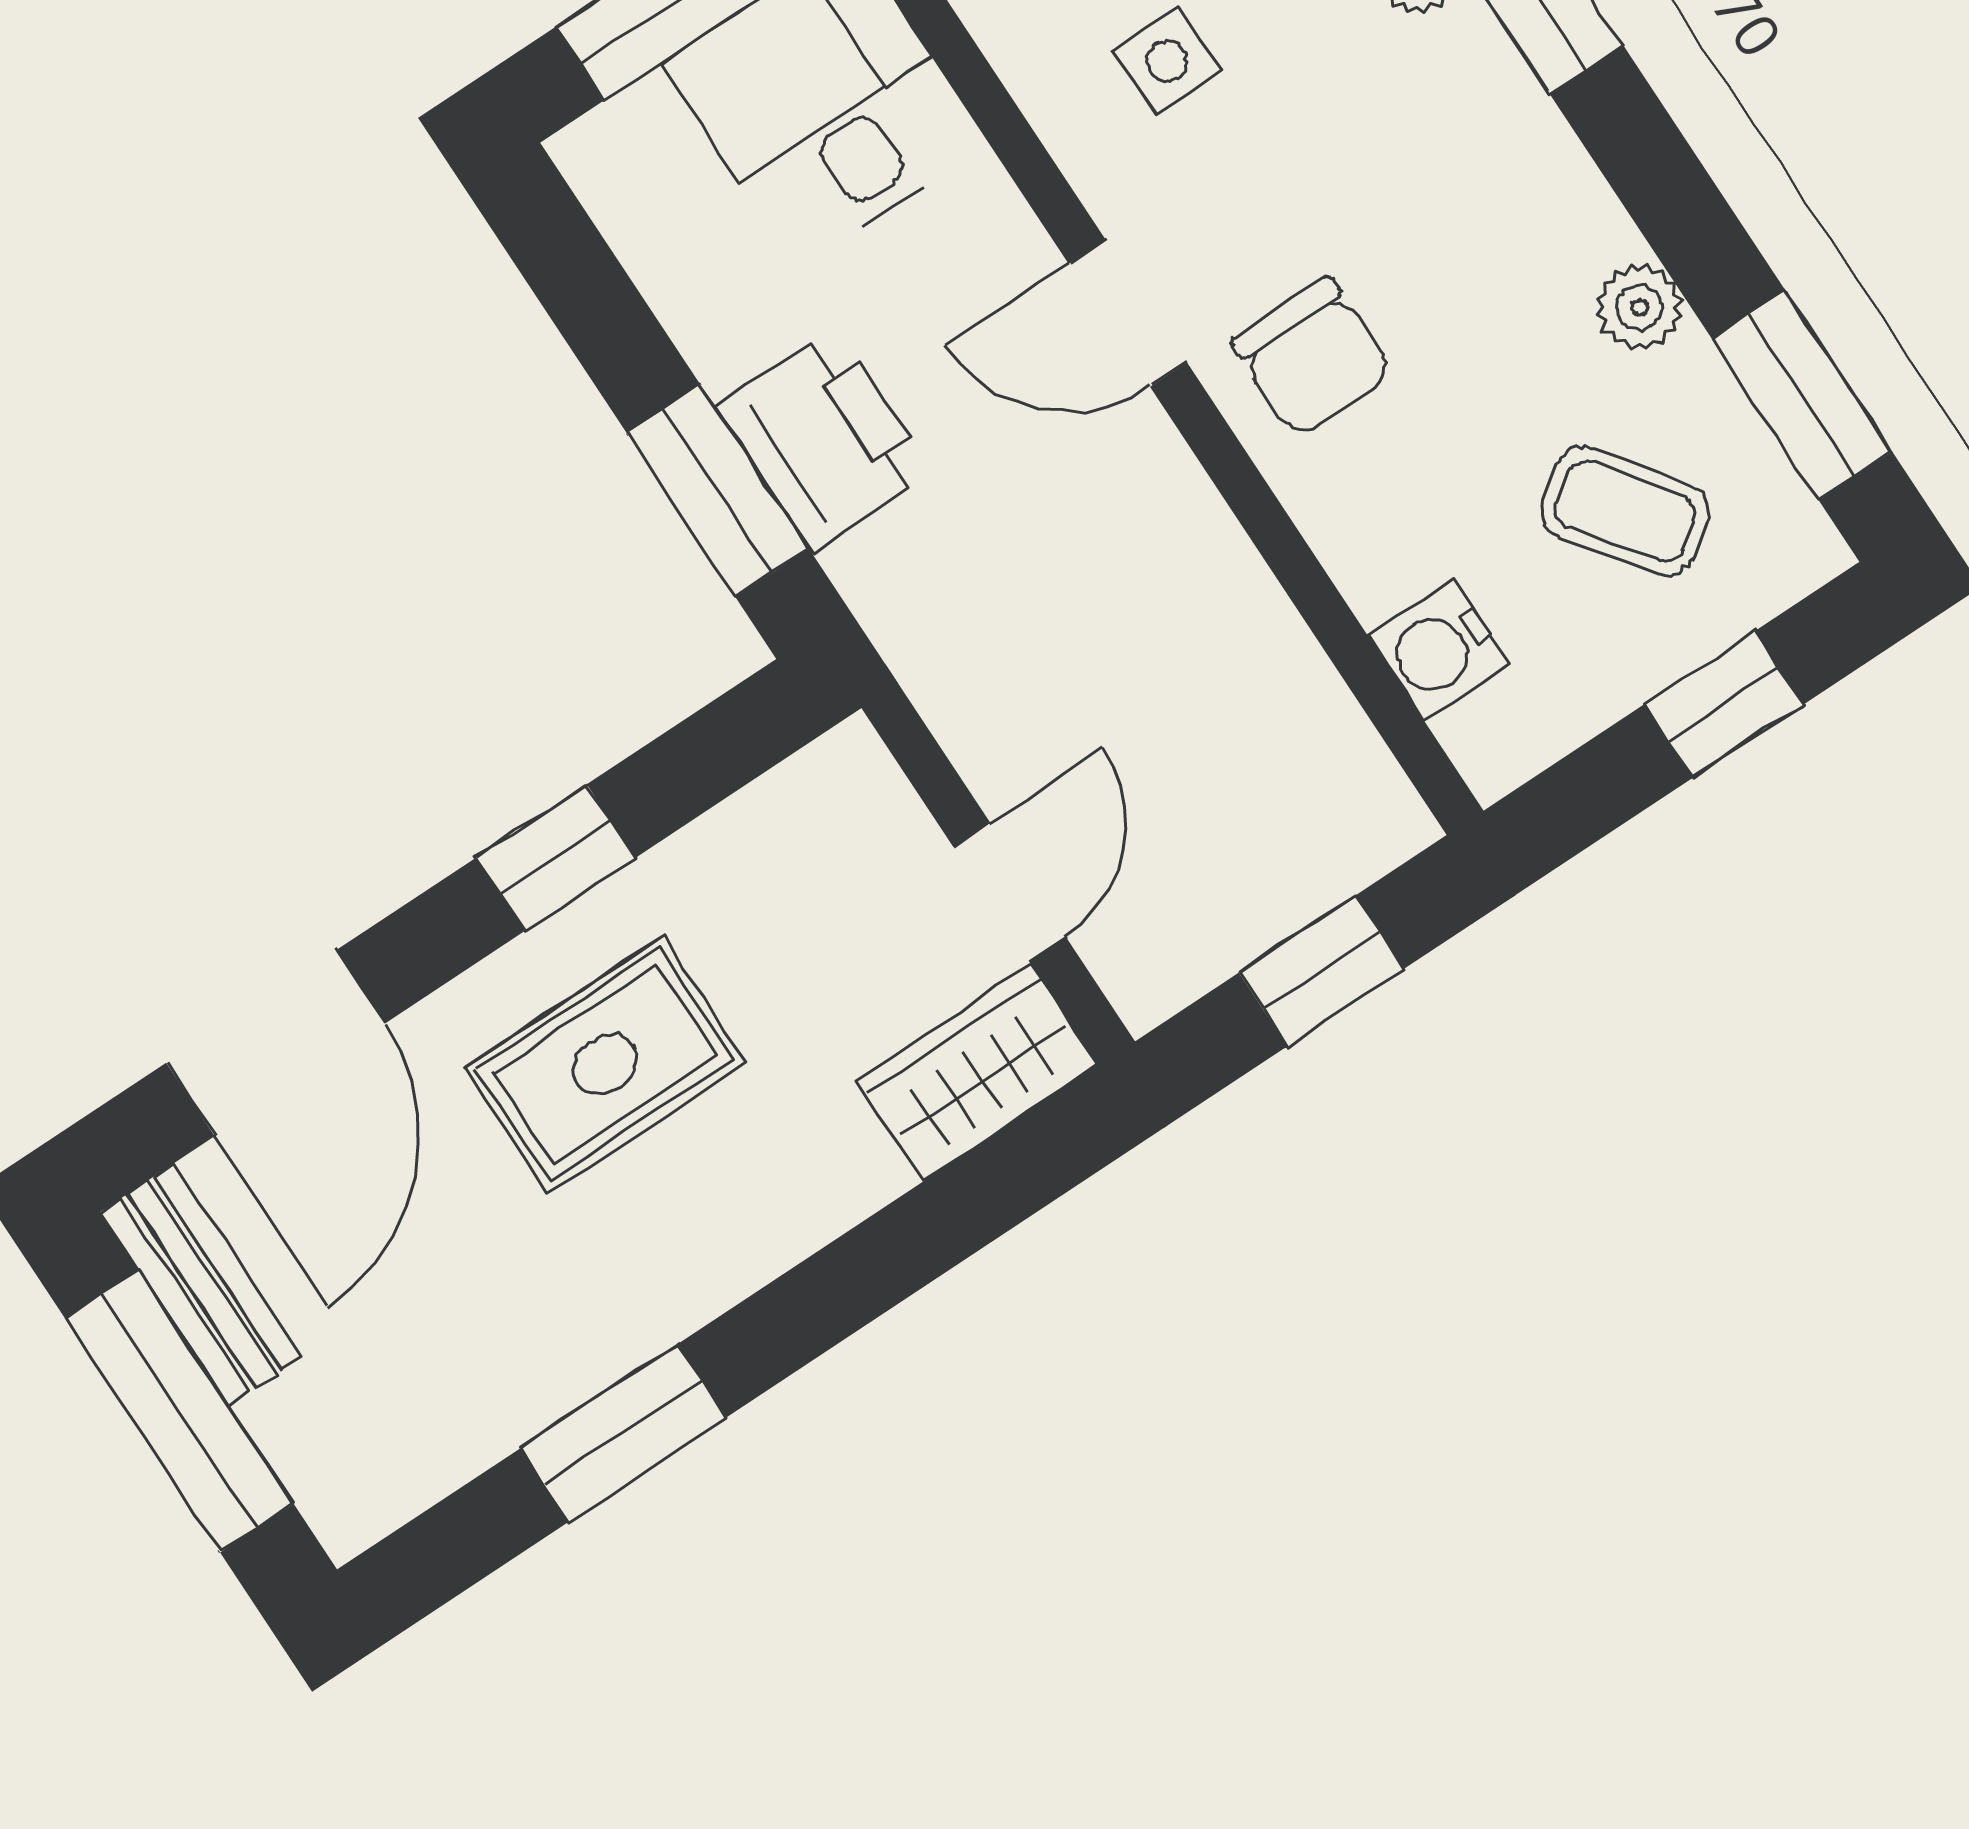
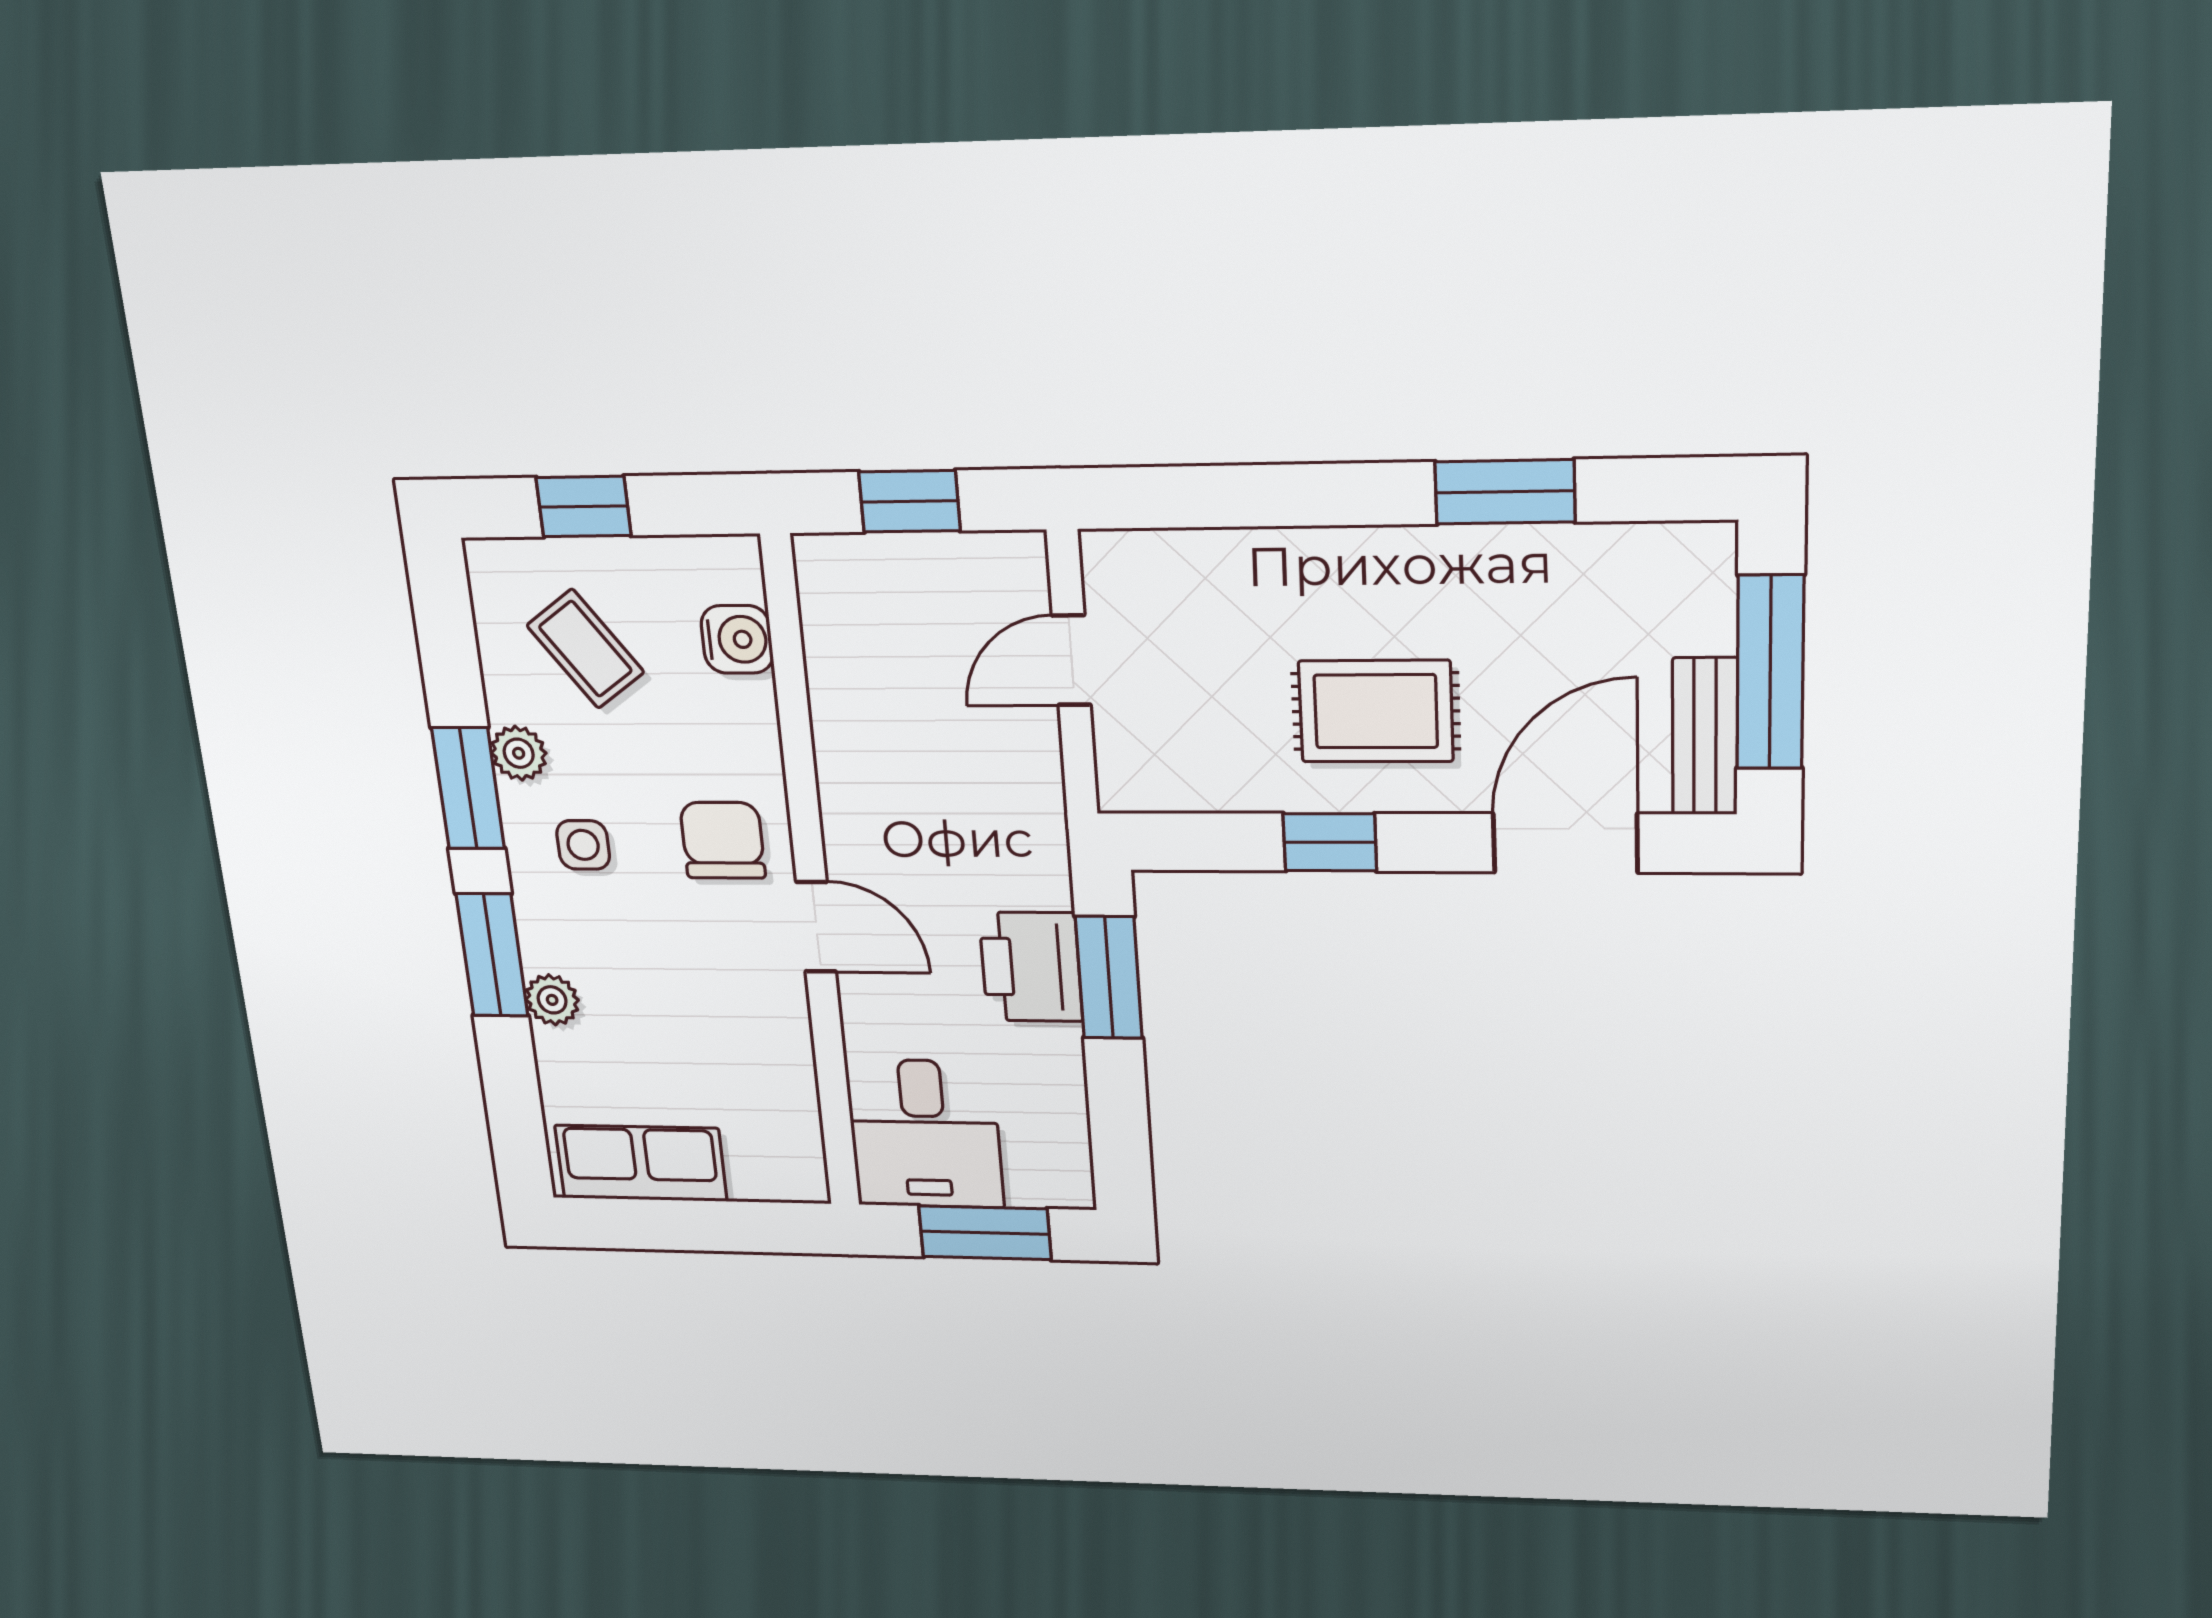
side table: (1167, 61) -> (583, 845), moved
window: (1802, 395) -> (468, 788), moved
wardrobe: (977, 1073) -> (1154, 570), removed

